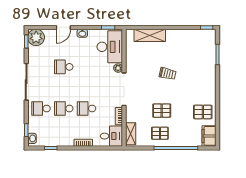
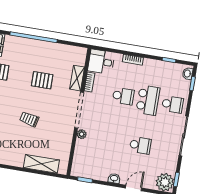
desk: (110, 47) -> (87, 159), removed
school desk: (64, 109) -> (148, 100), width x1.85
pallet: (160, 133) -> (48, 56), removed
shelving: (131, 134) -> (77, 78), moved

